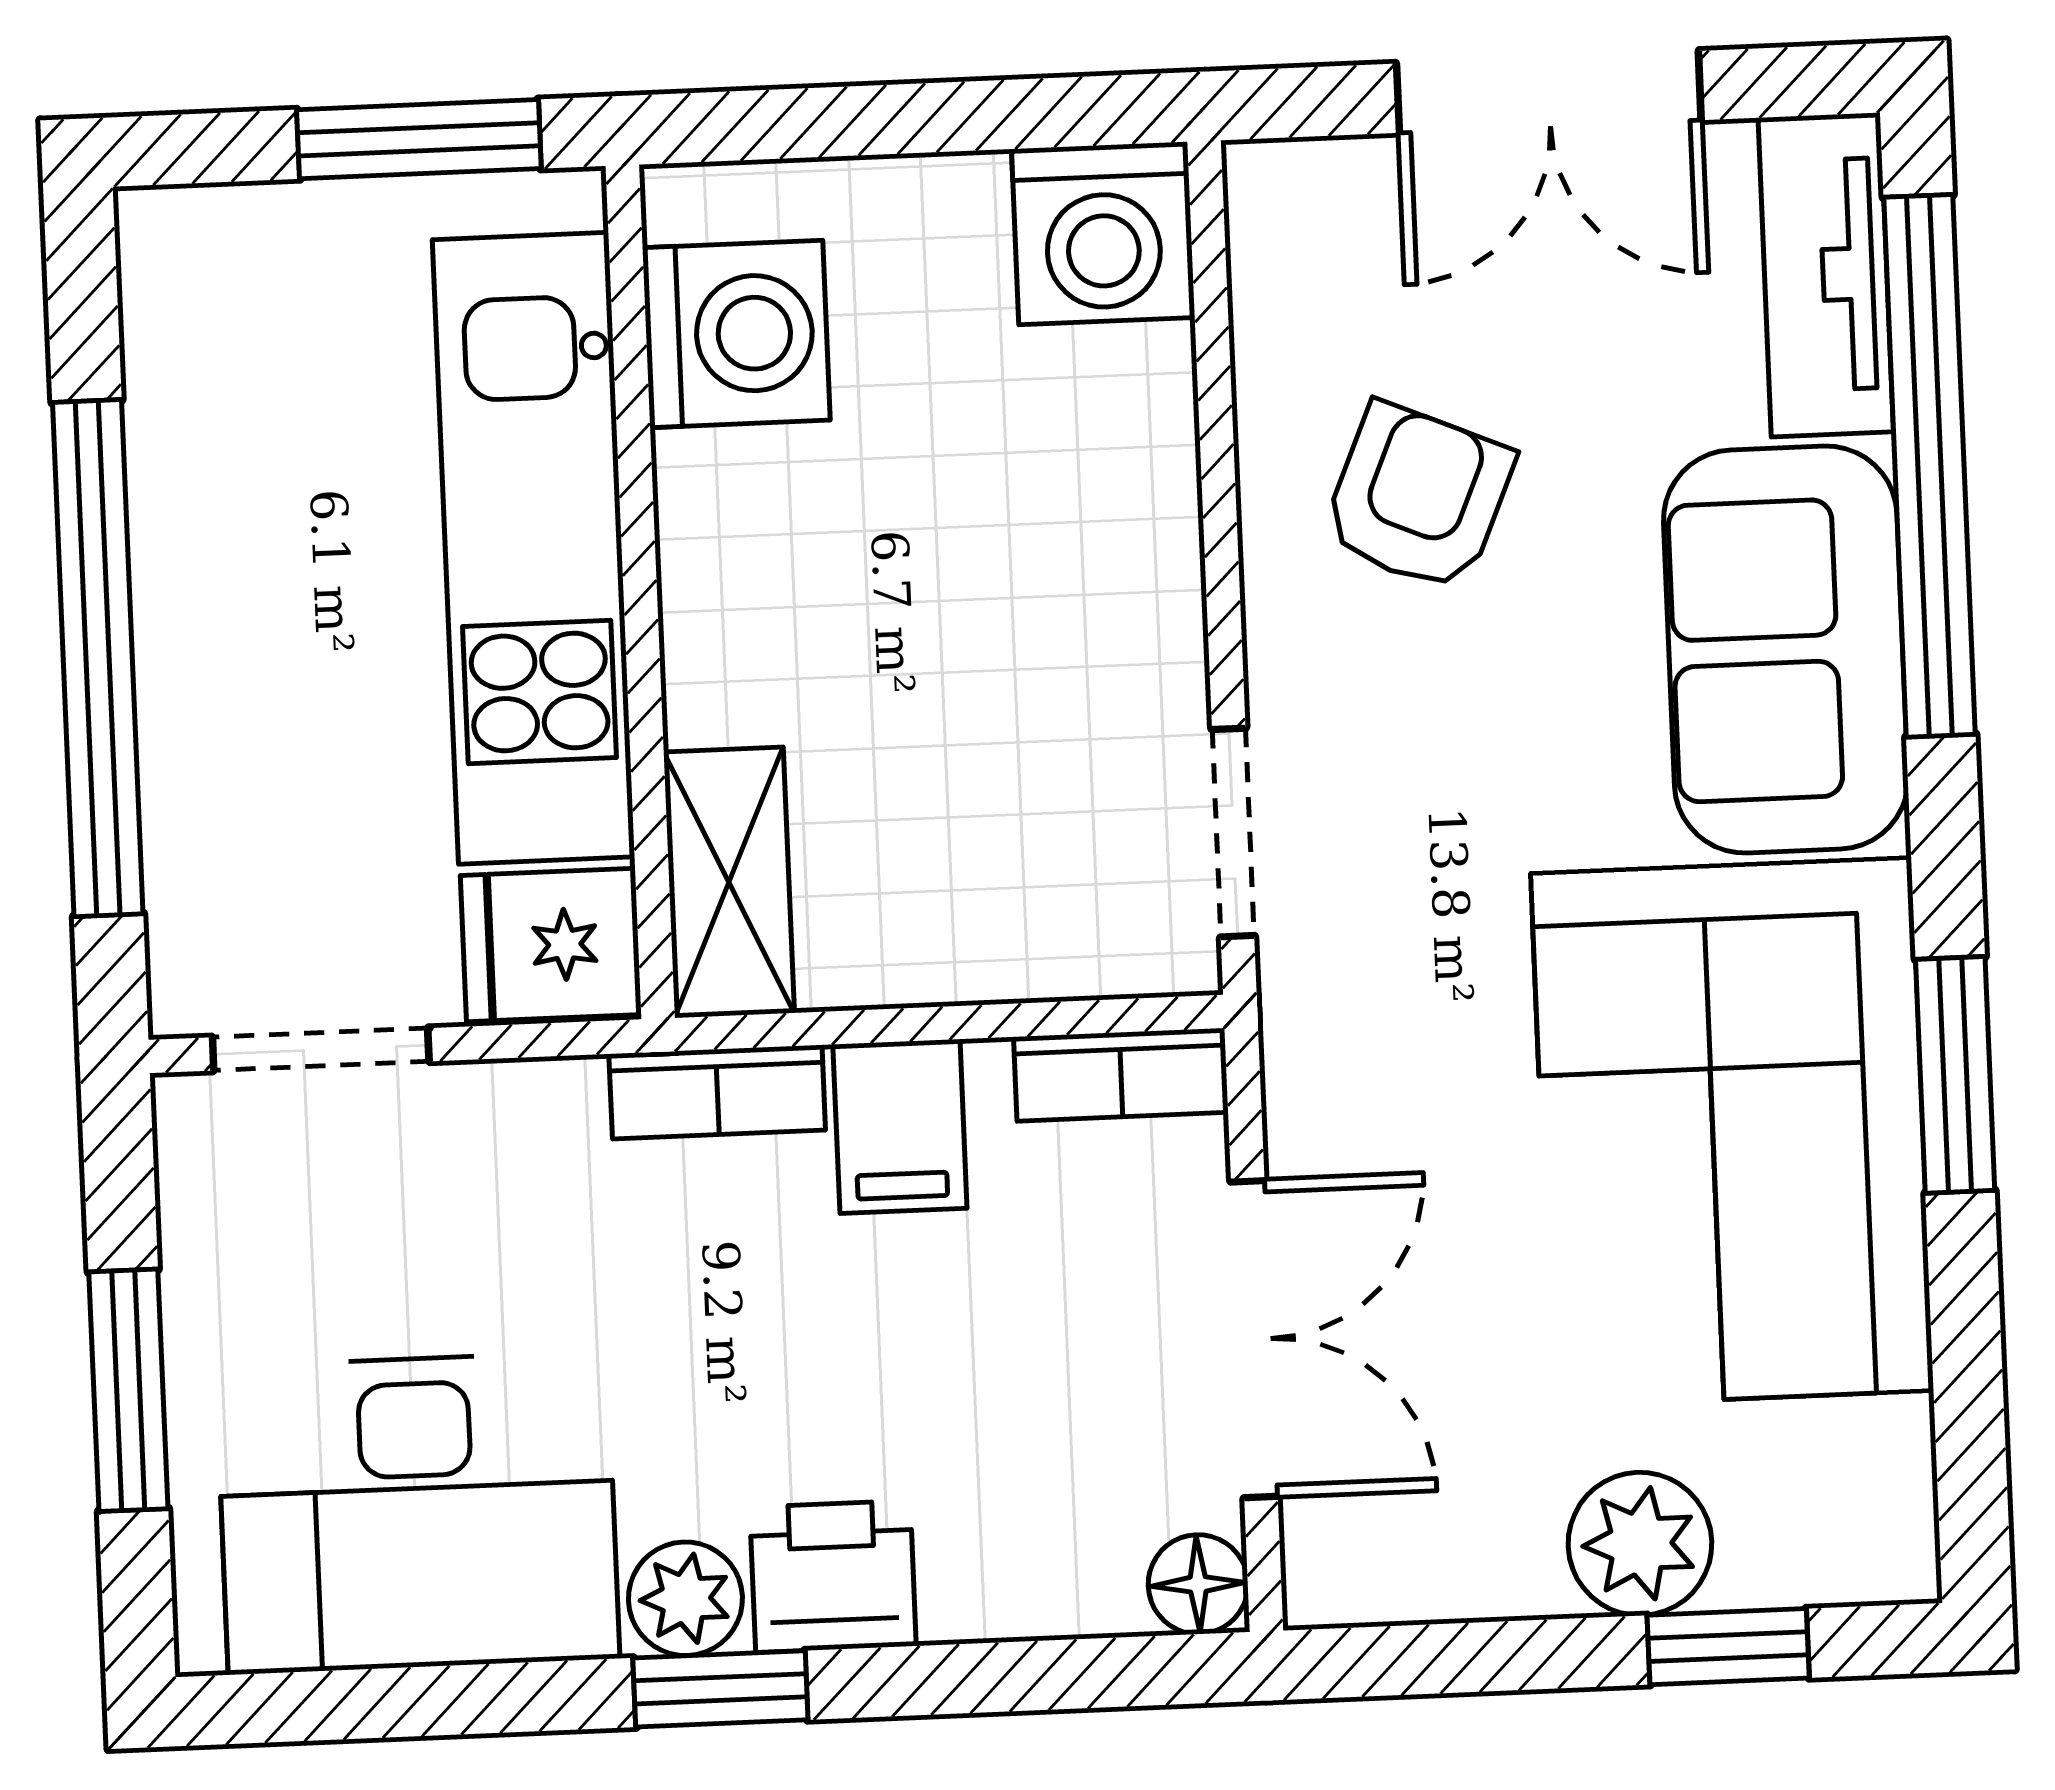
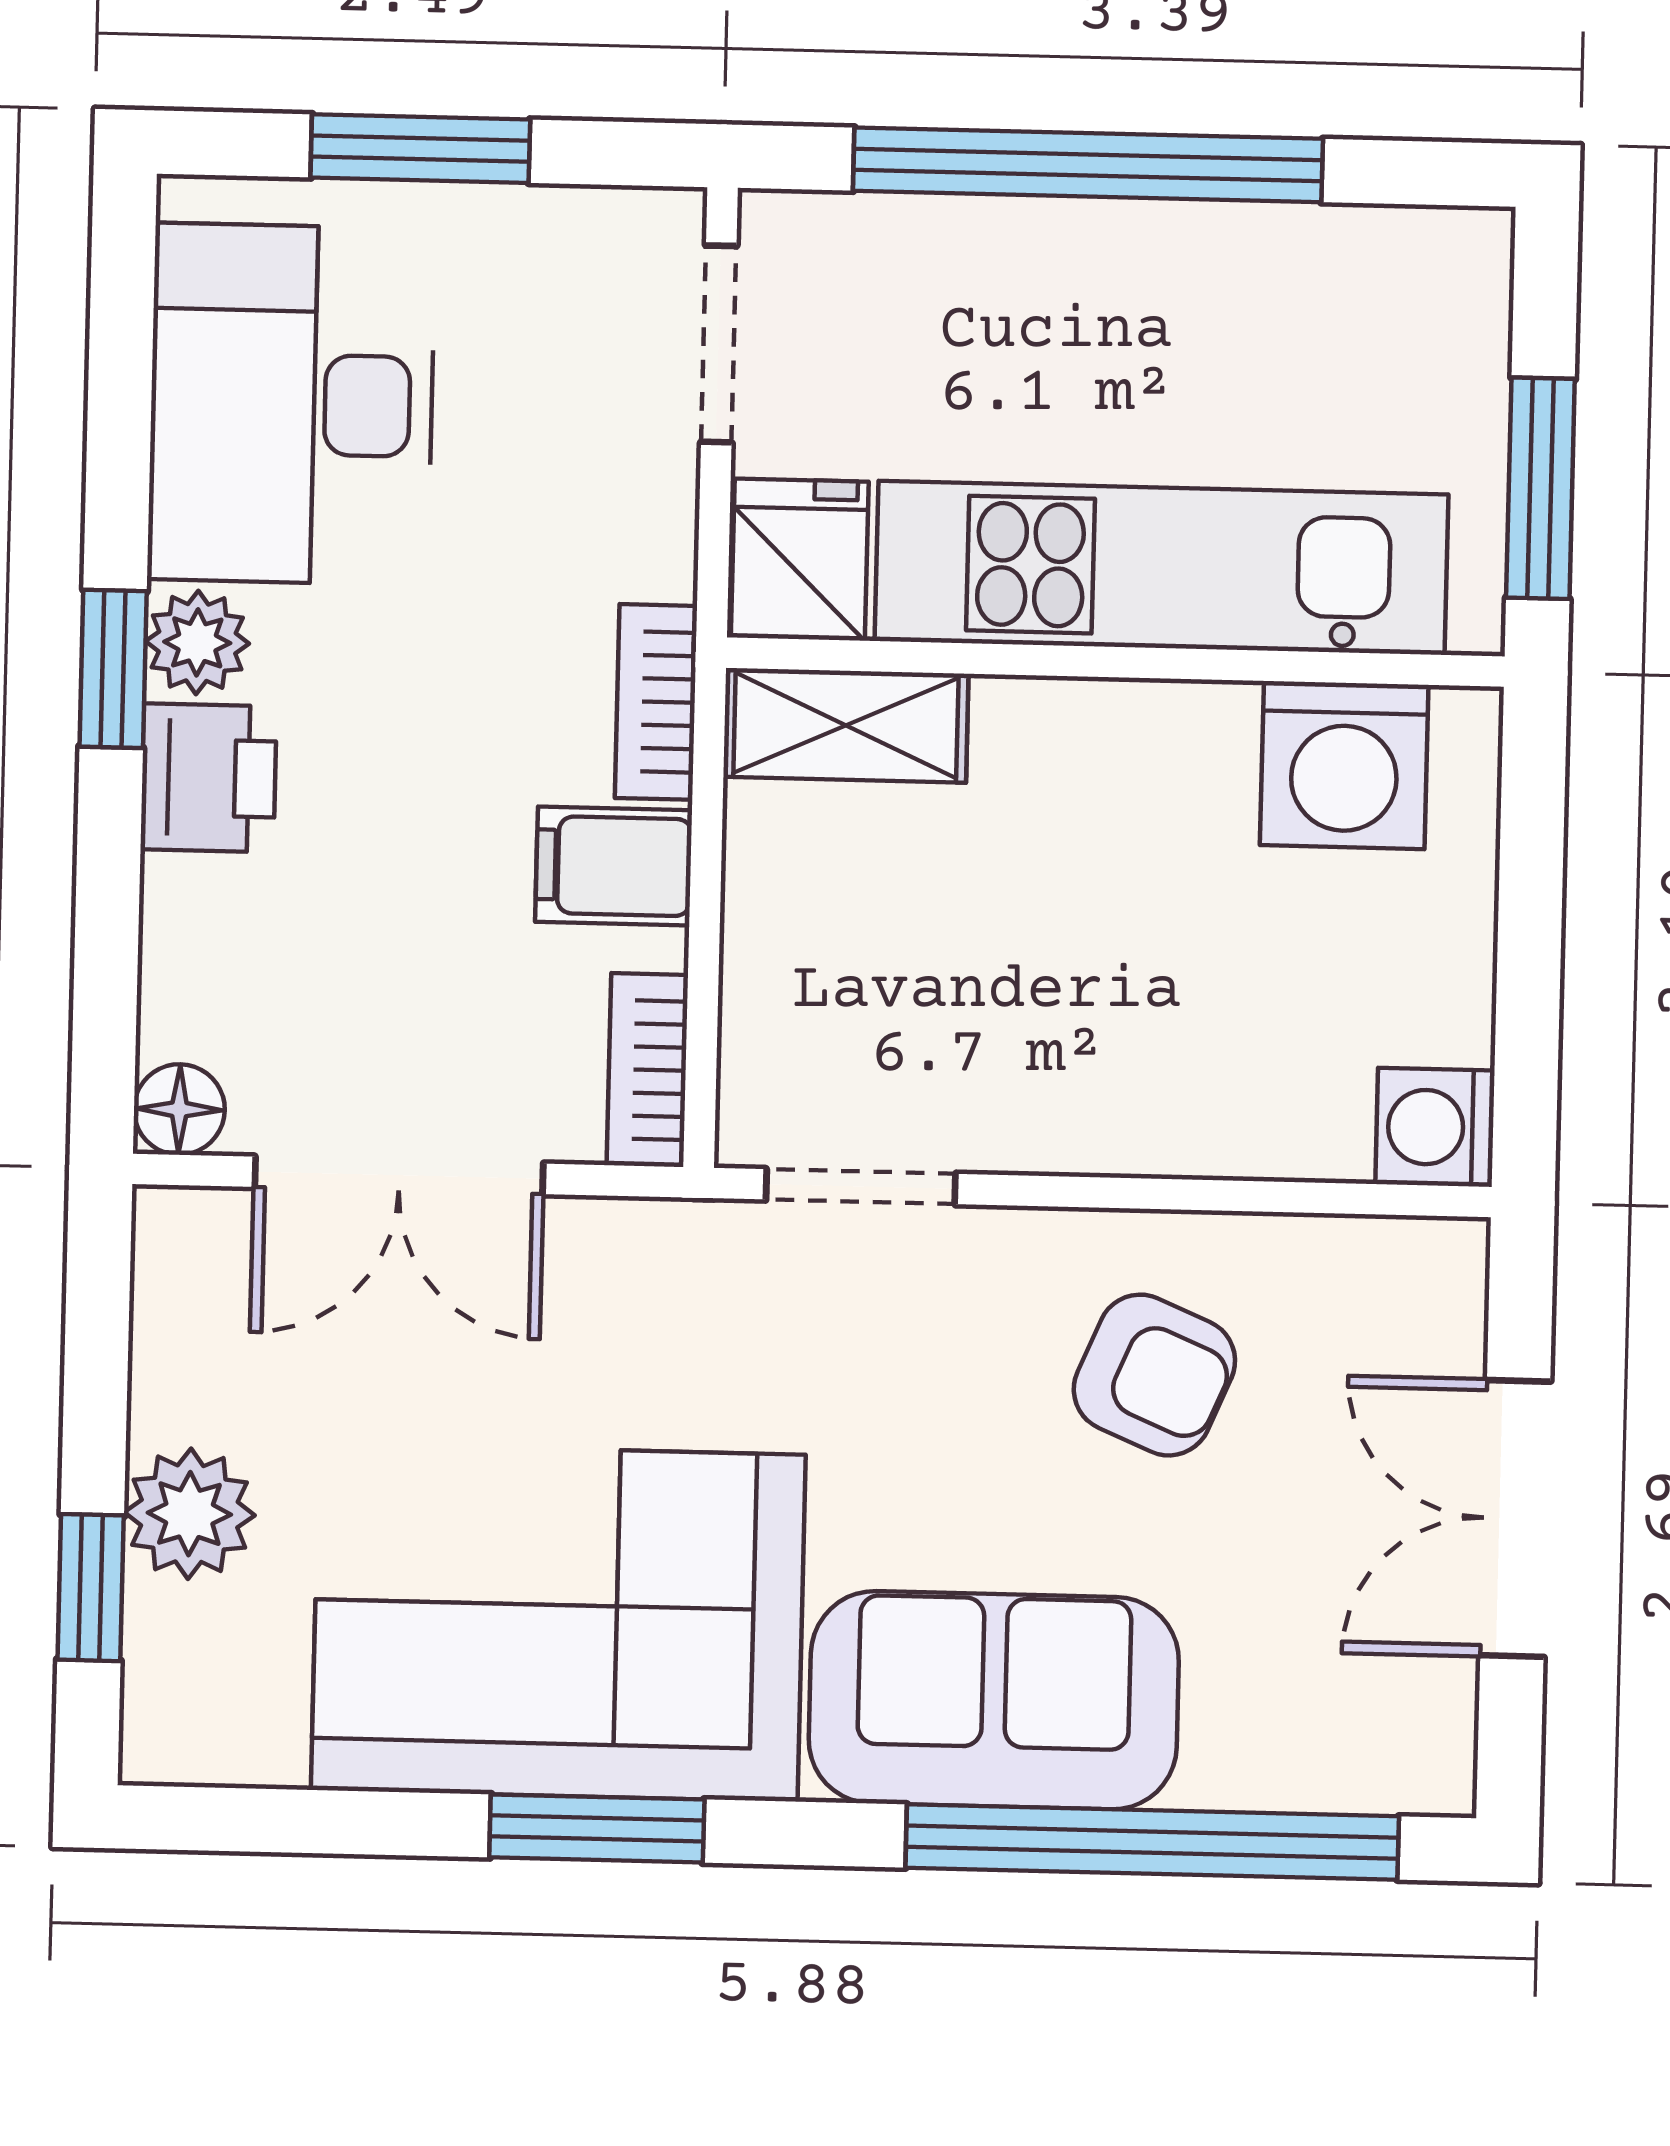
washing machine: (1103, 233) -> (1435, 1127), width x0.73, depth x0.73
tv unit: (1826, 275) -> (1332, 1759), removed

